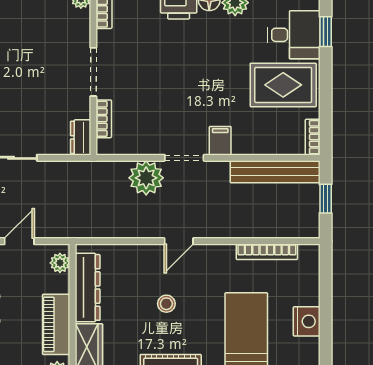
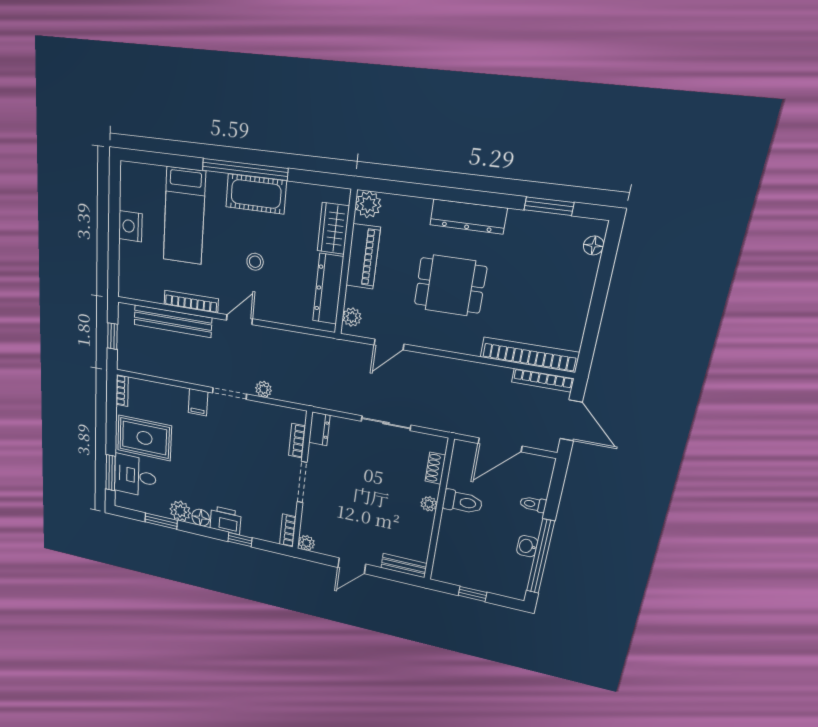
window: (326, 32) -> (110, 473), width x1.50
bench: (275, 172) -> (173, 321), moved
plant: (146, 178) -> (264, 389), width x0.53, depth x0.53
bookcase: (267, 252) -> (191, 302), moved

